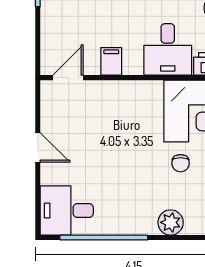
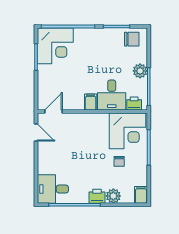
filing cabinet: (111, 61) -> (91, 102), moved
door: (38, 147) -> (36, 132), moved
printer: (143, 223) -> (97, 196), added

